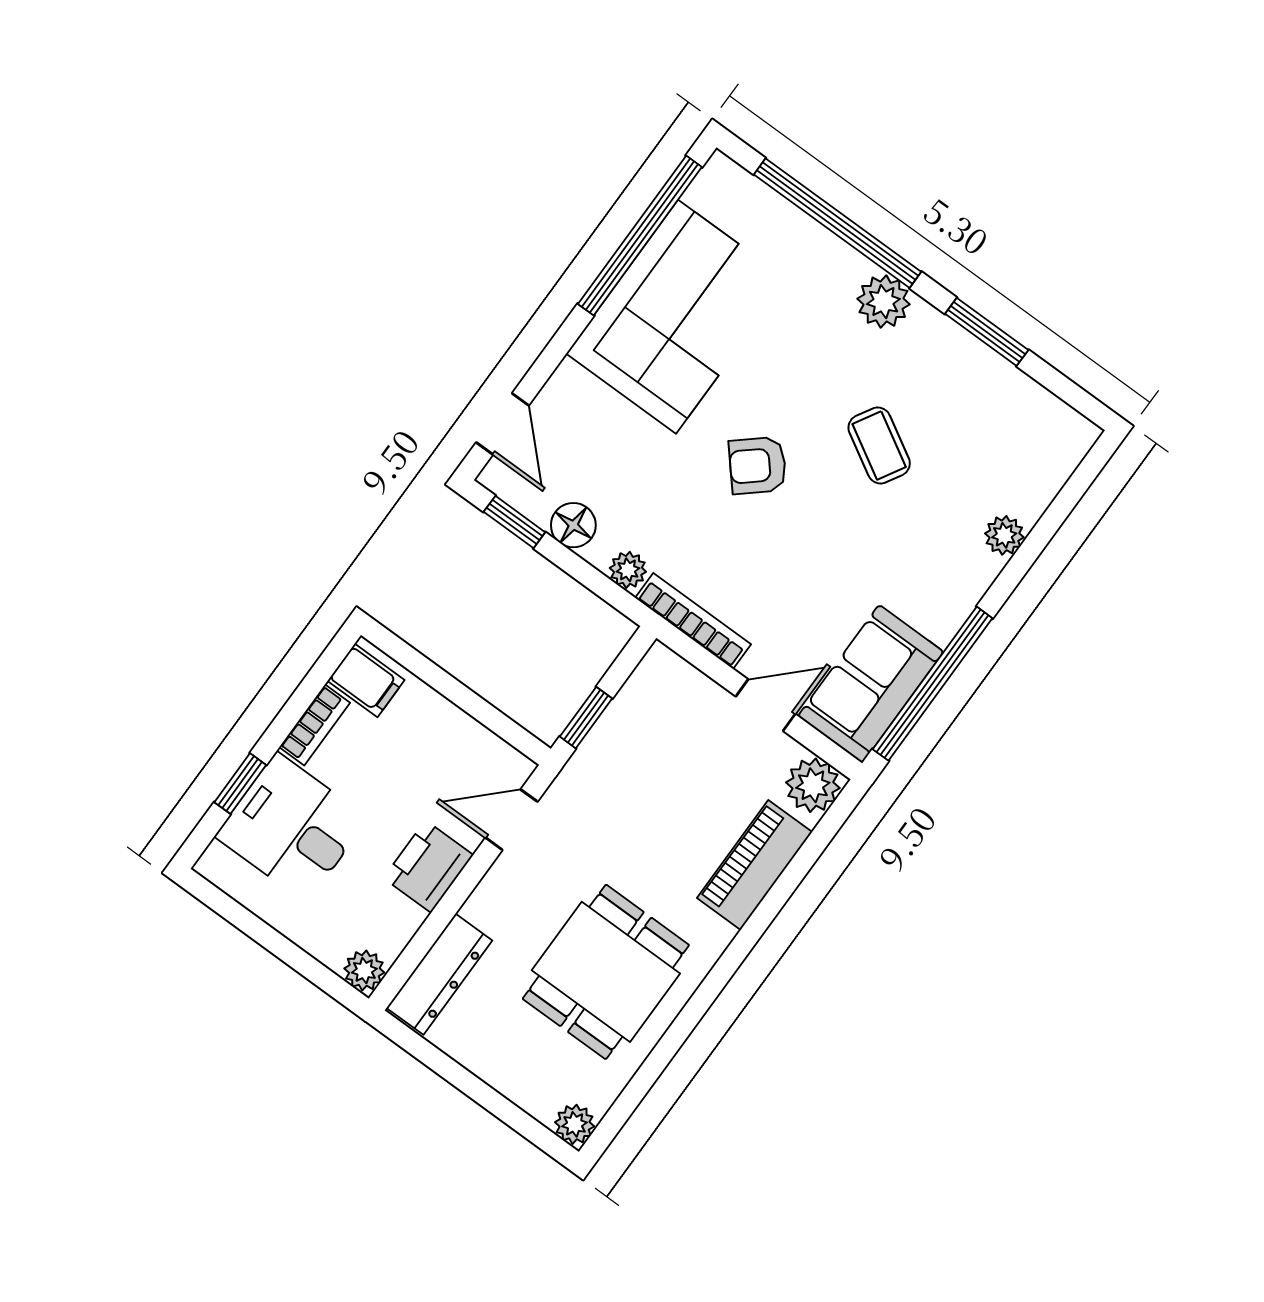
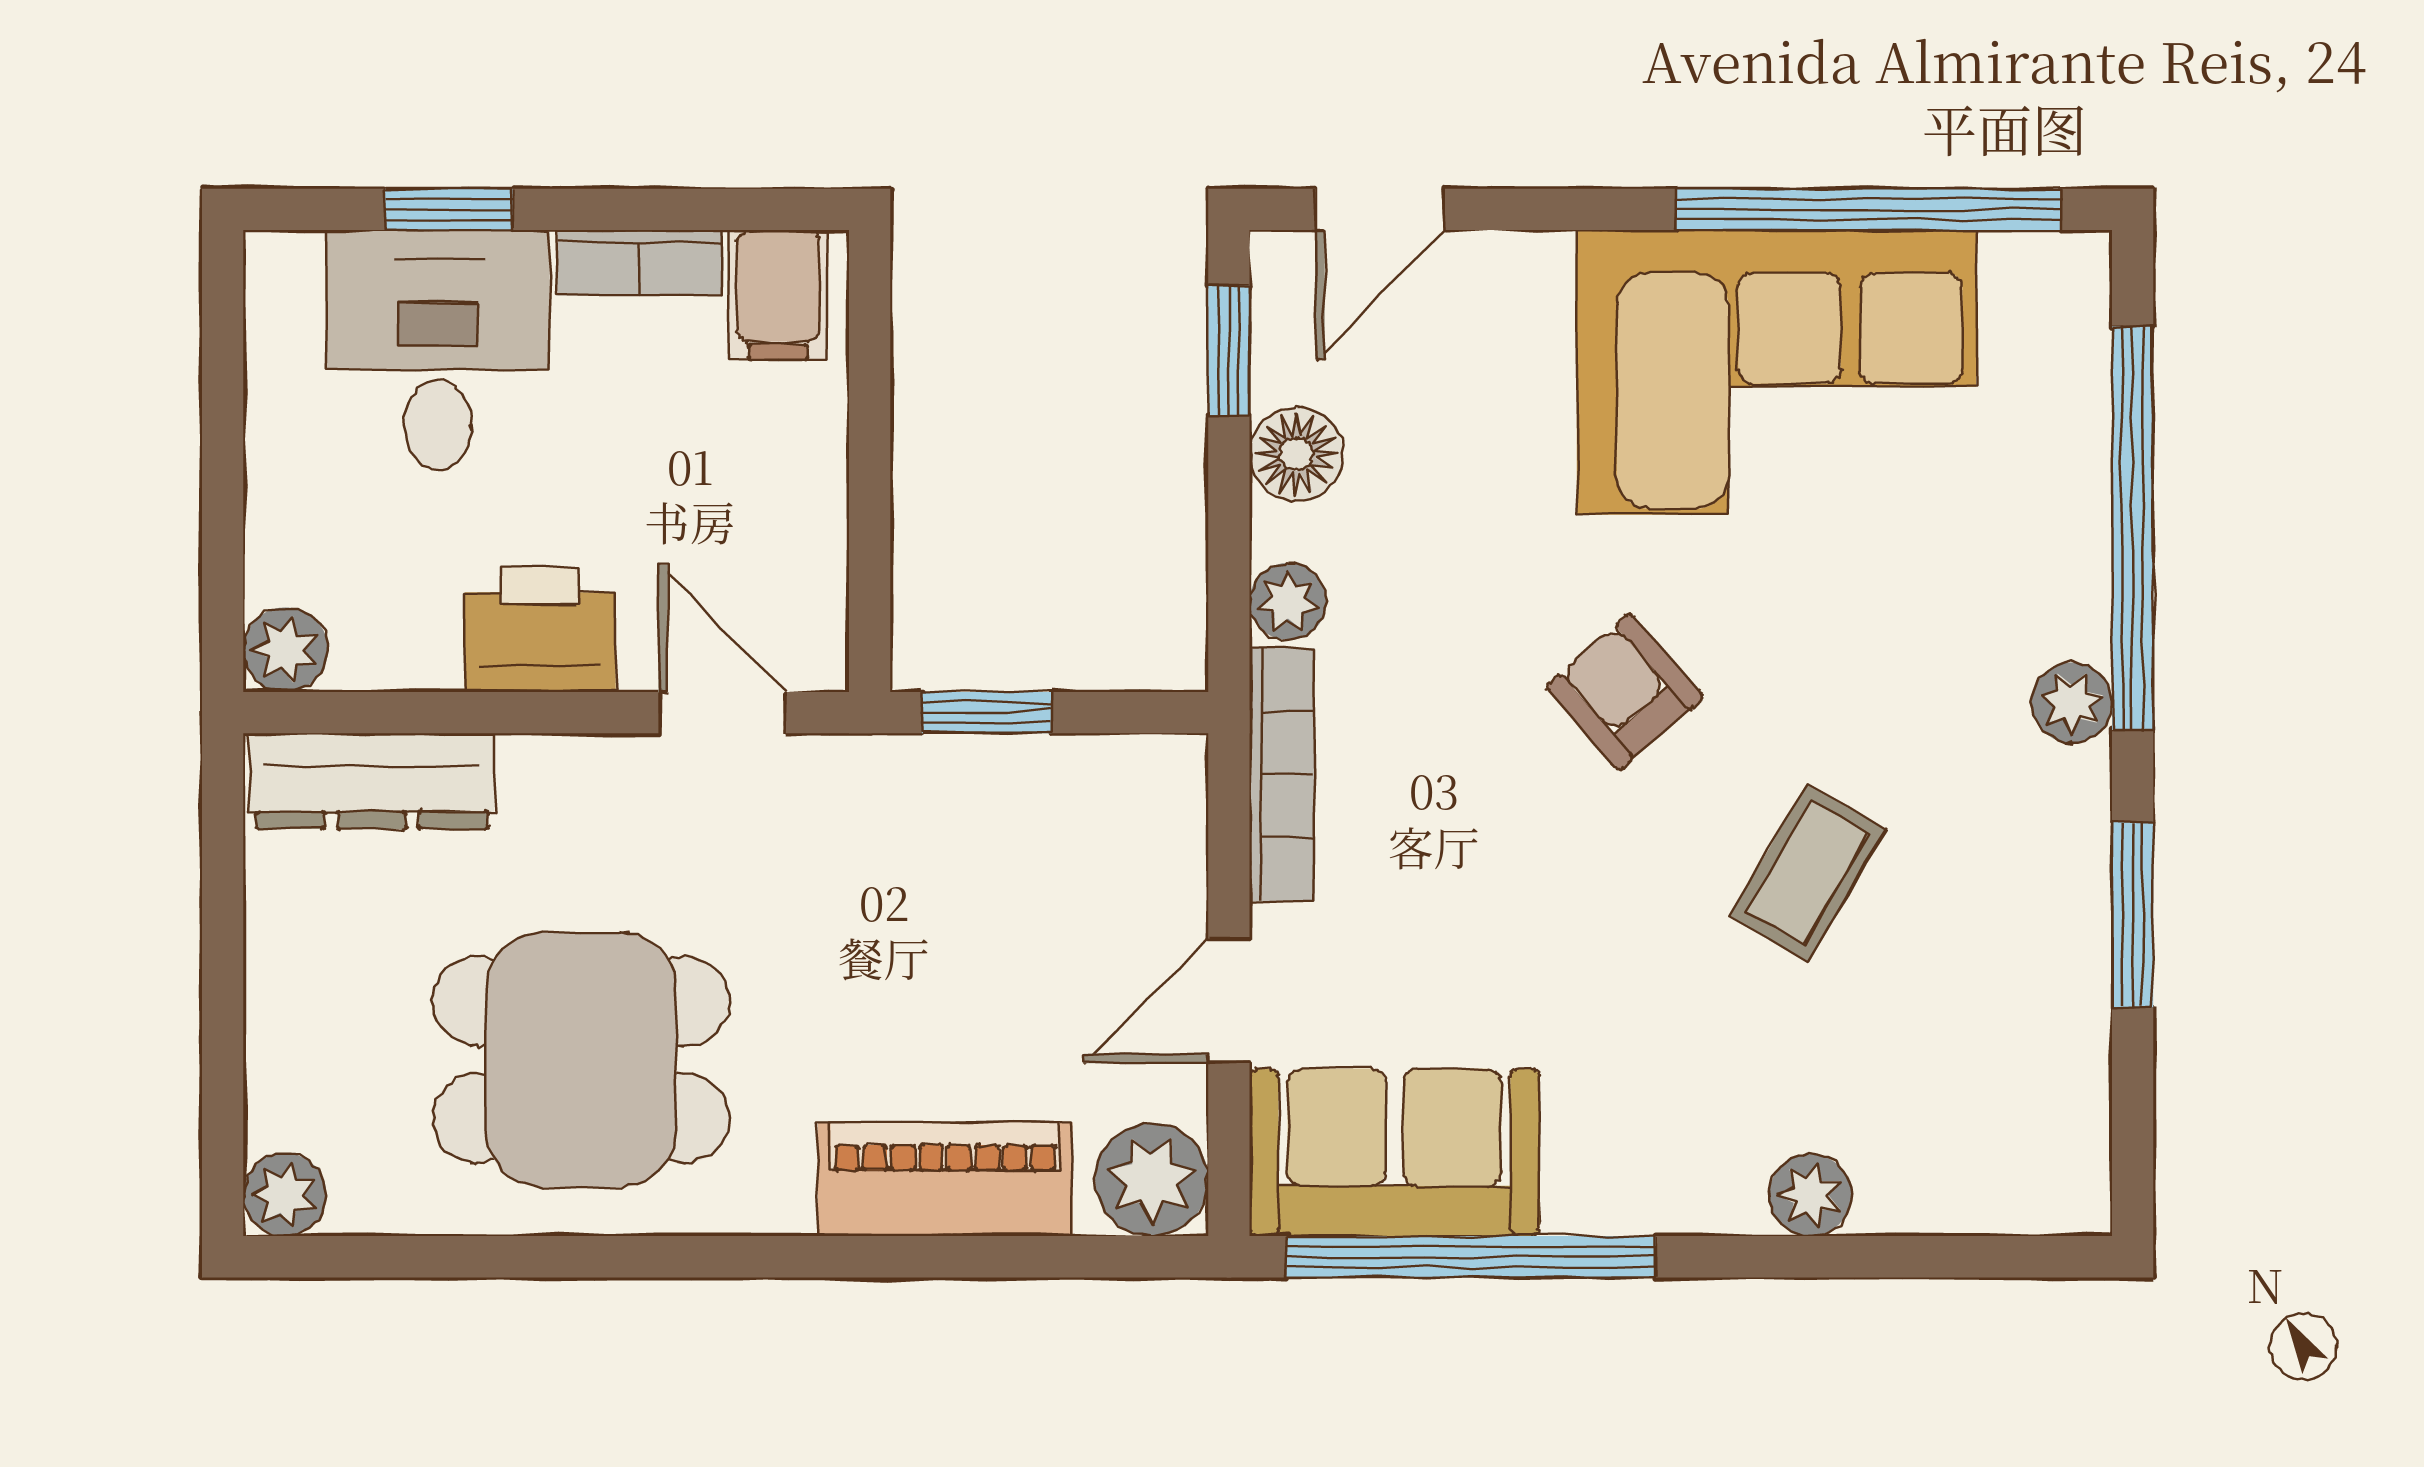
plant: (883, 302) -> (2072, 703), width x0.73, depth x0.73
door: (766, 705) -> (1229, 1001), swing flipped

